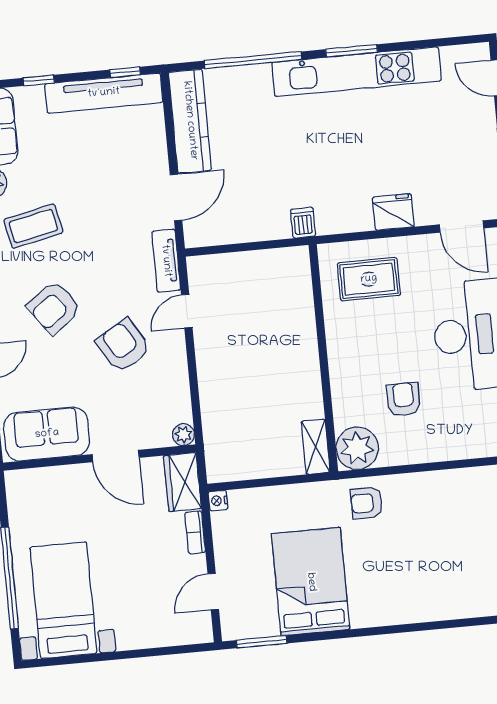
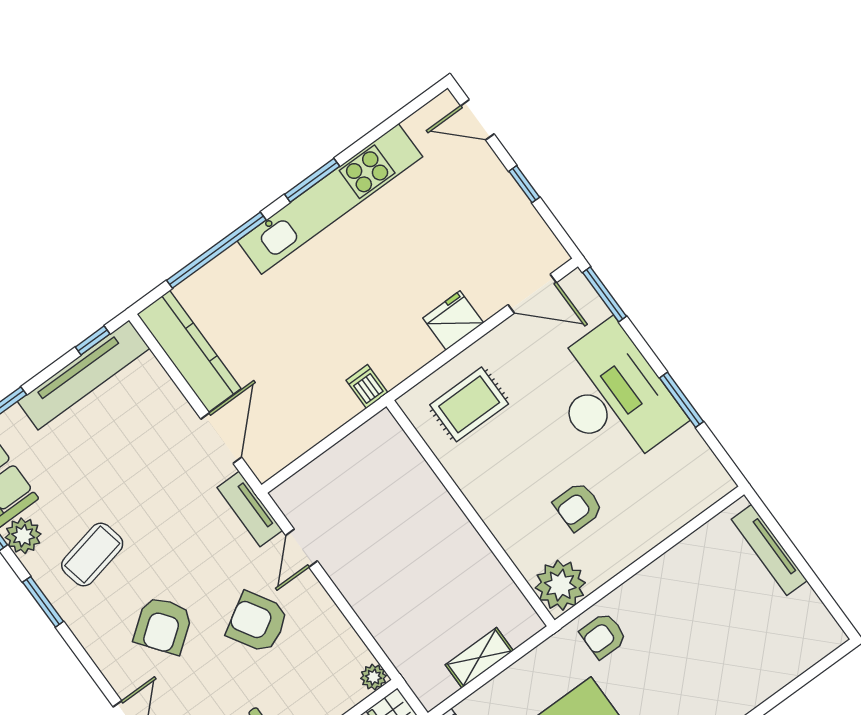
armchair: (404, 399) -> (578, 507), turned -90
shelving: (316, 447) -> (479, 658), moved, turned 90

